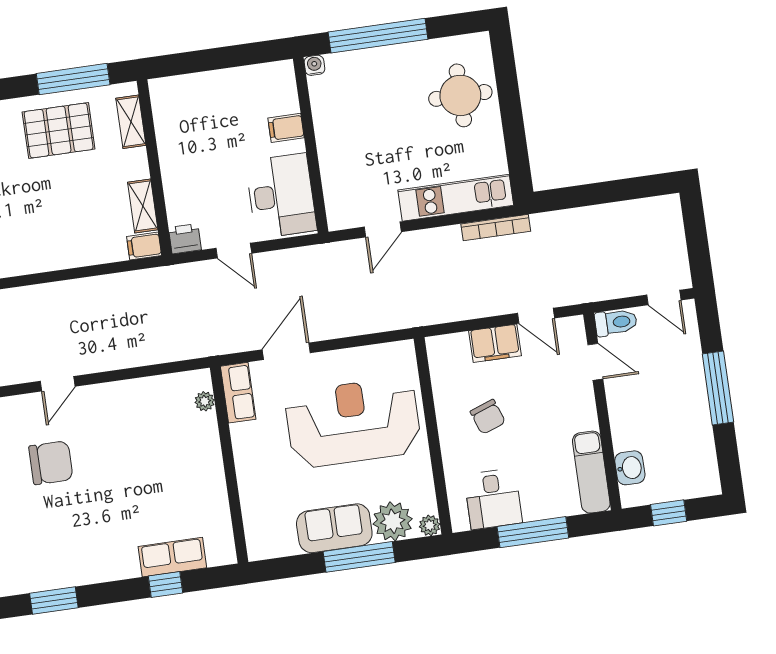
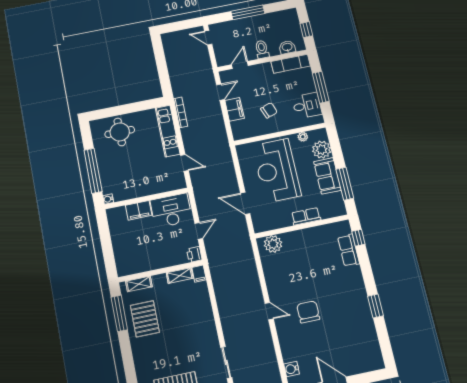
filing cabinet: (286, 128) -> (139, 210), width x2.00
door: (664, 298) -> (208, 38), swing flipped
toilet: (616, 322) -> (262, 49), moved
row of seats: (238, 393) -> (306, 216), moved
plant: (205, 401) -> (273, 244), width x1.88, depth x1.88
plant: (430, 525) -> (303, 137), moved
window: (359, 557) -> (345, 184), moved
window: (166, 585) -> (358, 238), moved

